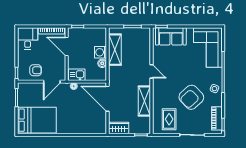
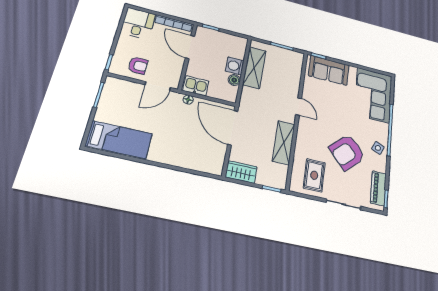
bed: (37, 120) -> (119, 140), width x0.67

